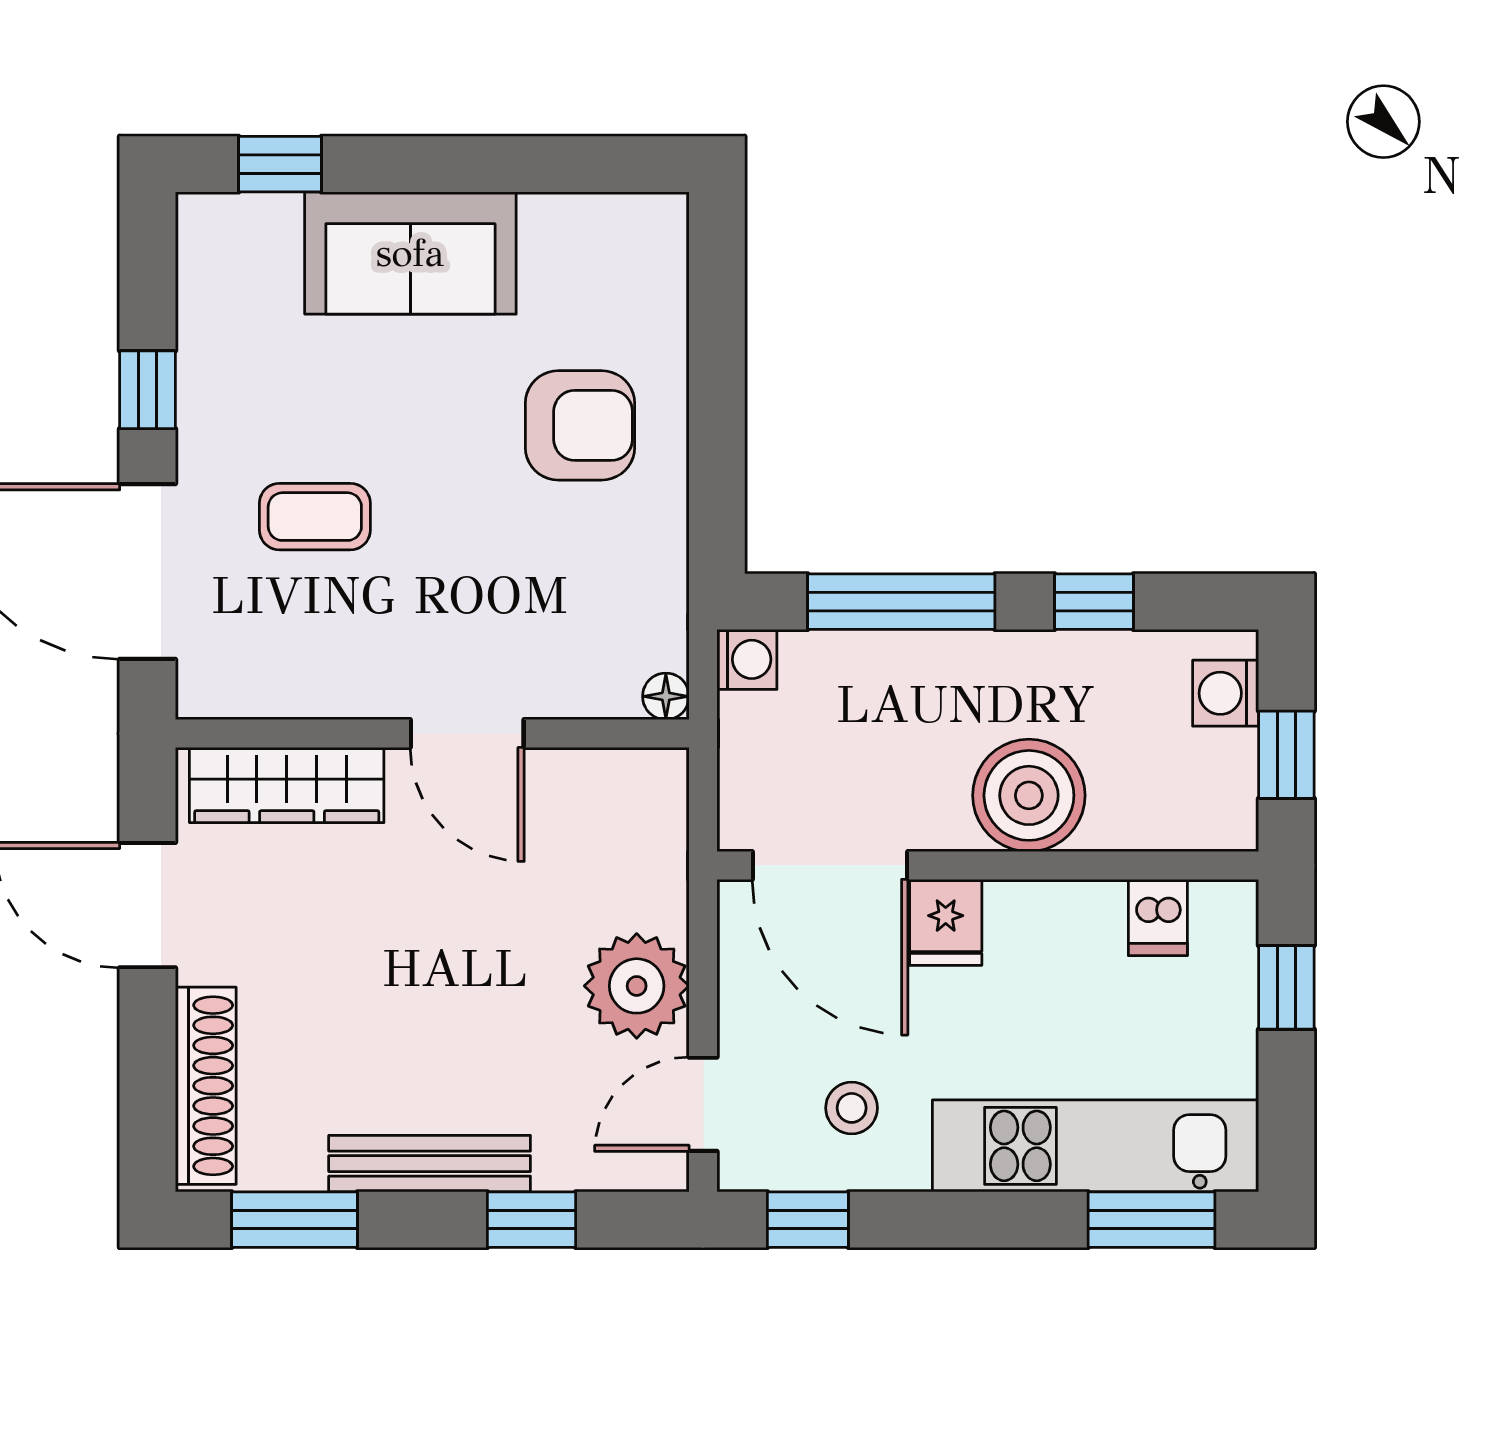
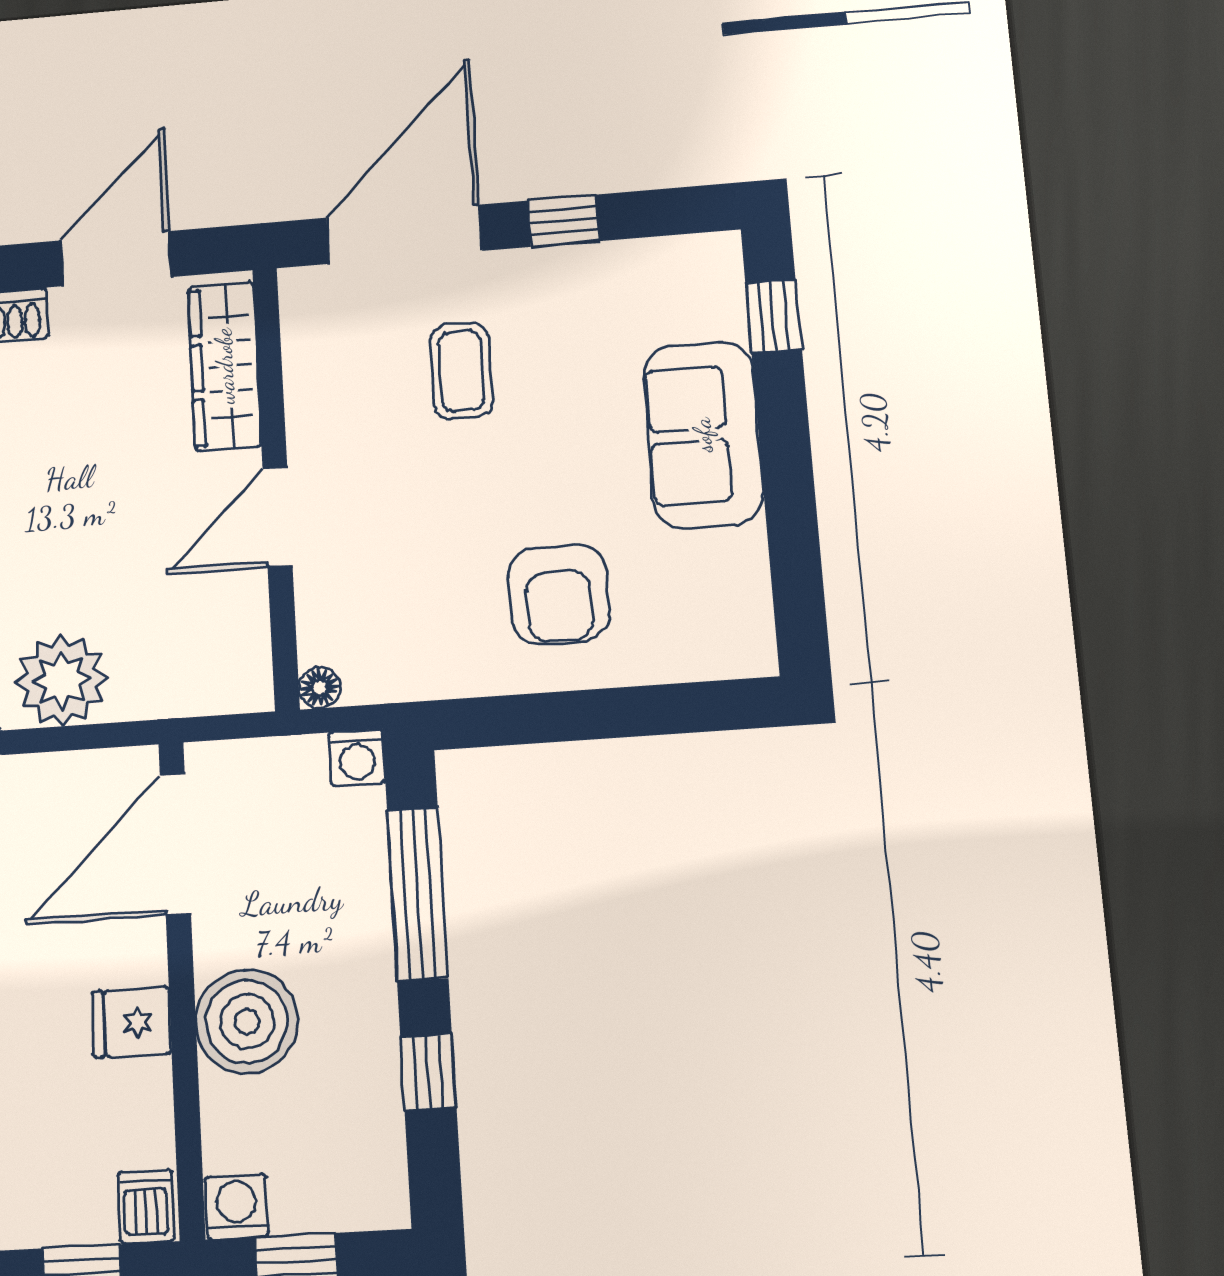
washing machine: (1226, 693) -> (237, 1207), moved
dishwasher: (1158, 917) -> (146, 1207), moved, turned 90
fridge: (946, 922) -> (131, 1022), moved

